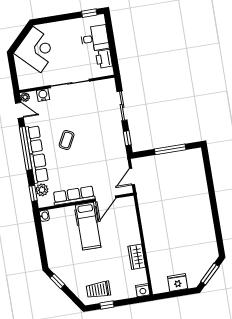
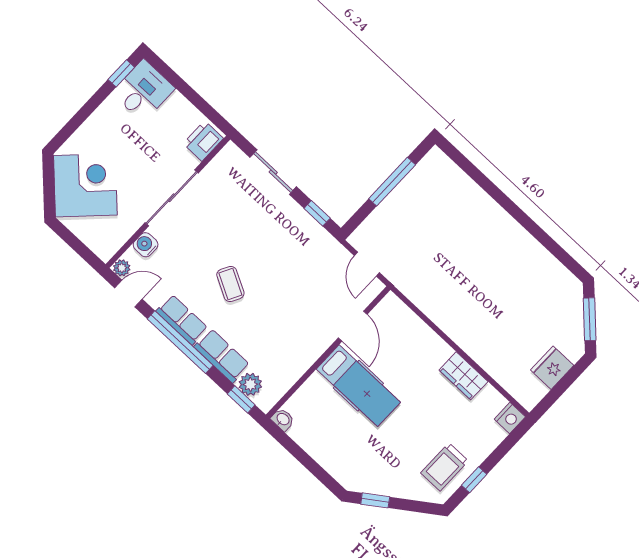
desk: (95, 38) -> (143, 91), moved
printer: (104, 59) -> (203, 141), moved, turned 90
row of seats: (74, 196) -> (303, 357), removed

